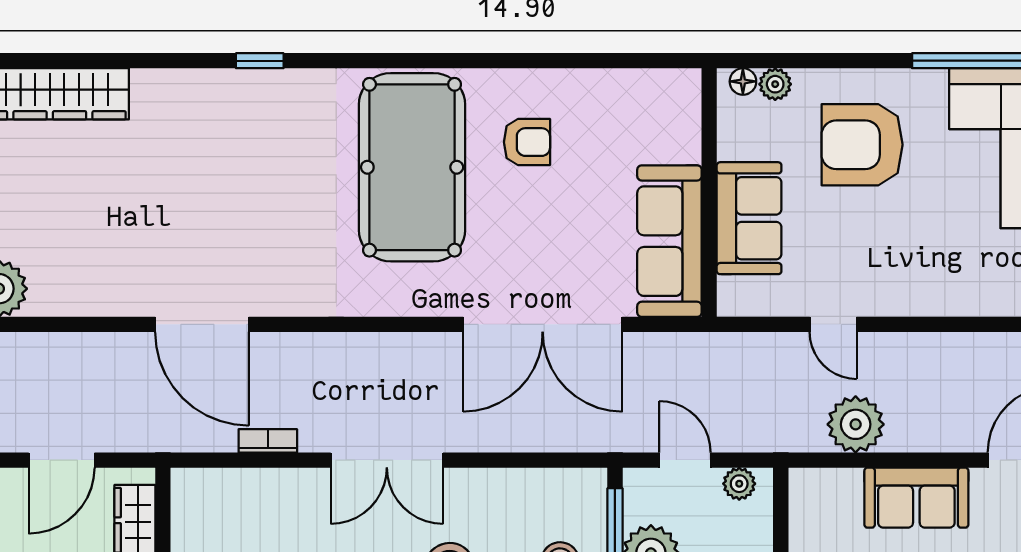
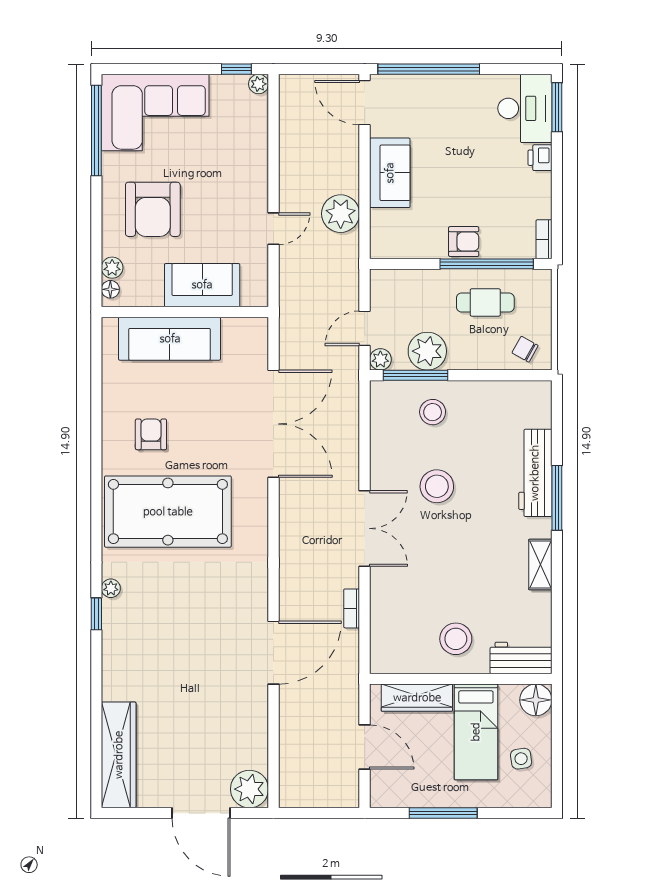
plant: (298, 82) -> (111, 588), added
sofa: (669, 241) -> (170, 339), moved
plant: (739, 484) -> (380, 359), moved

